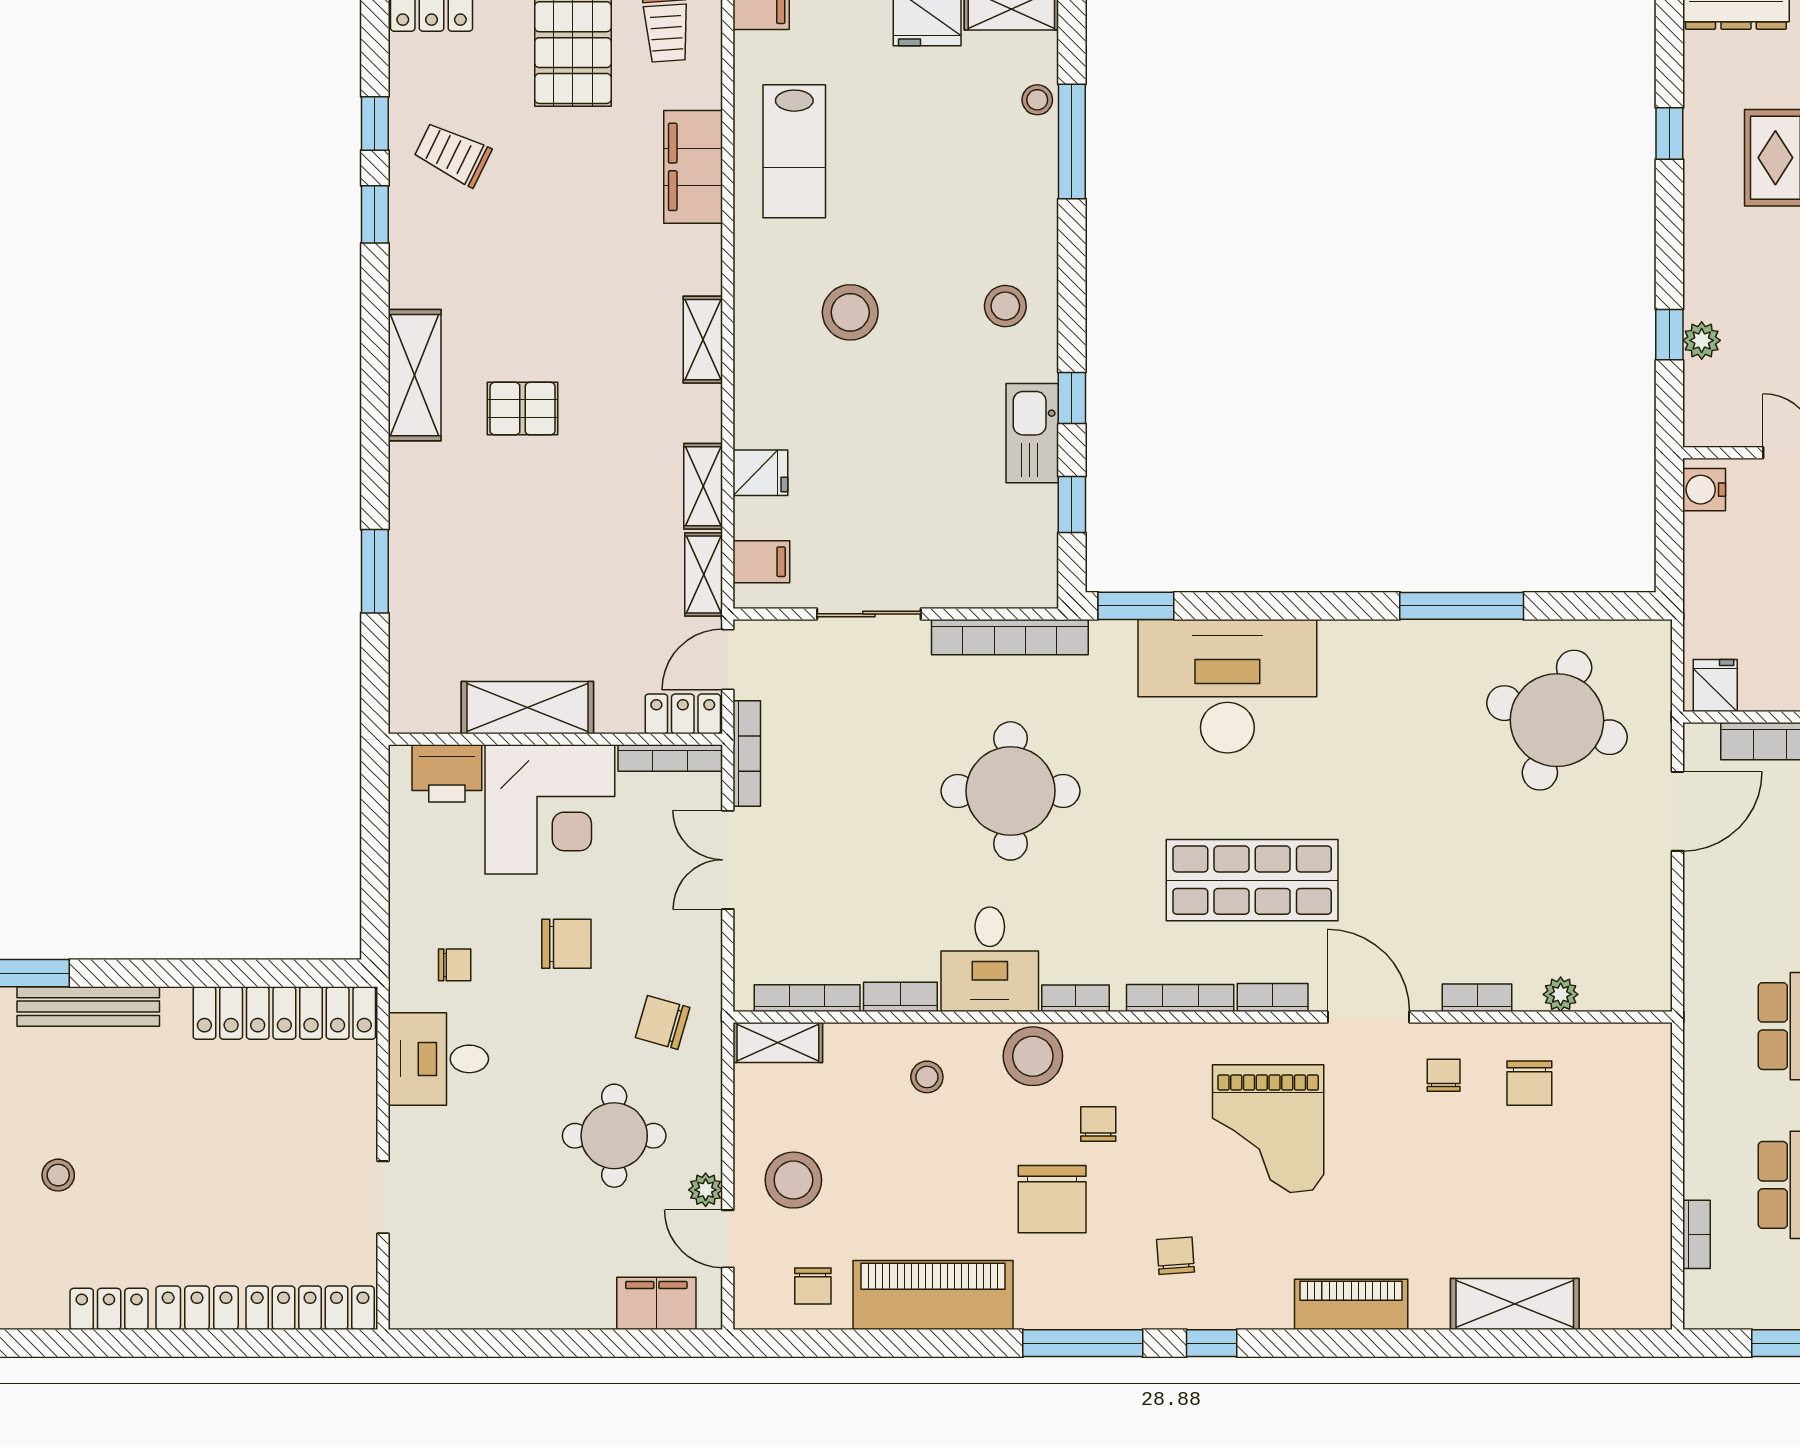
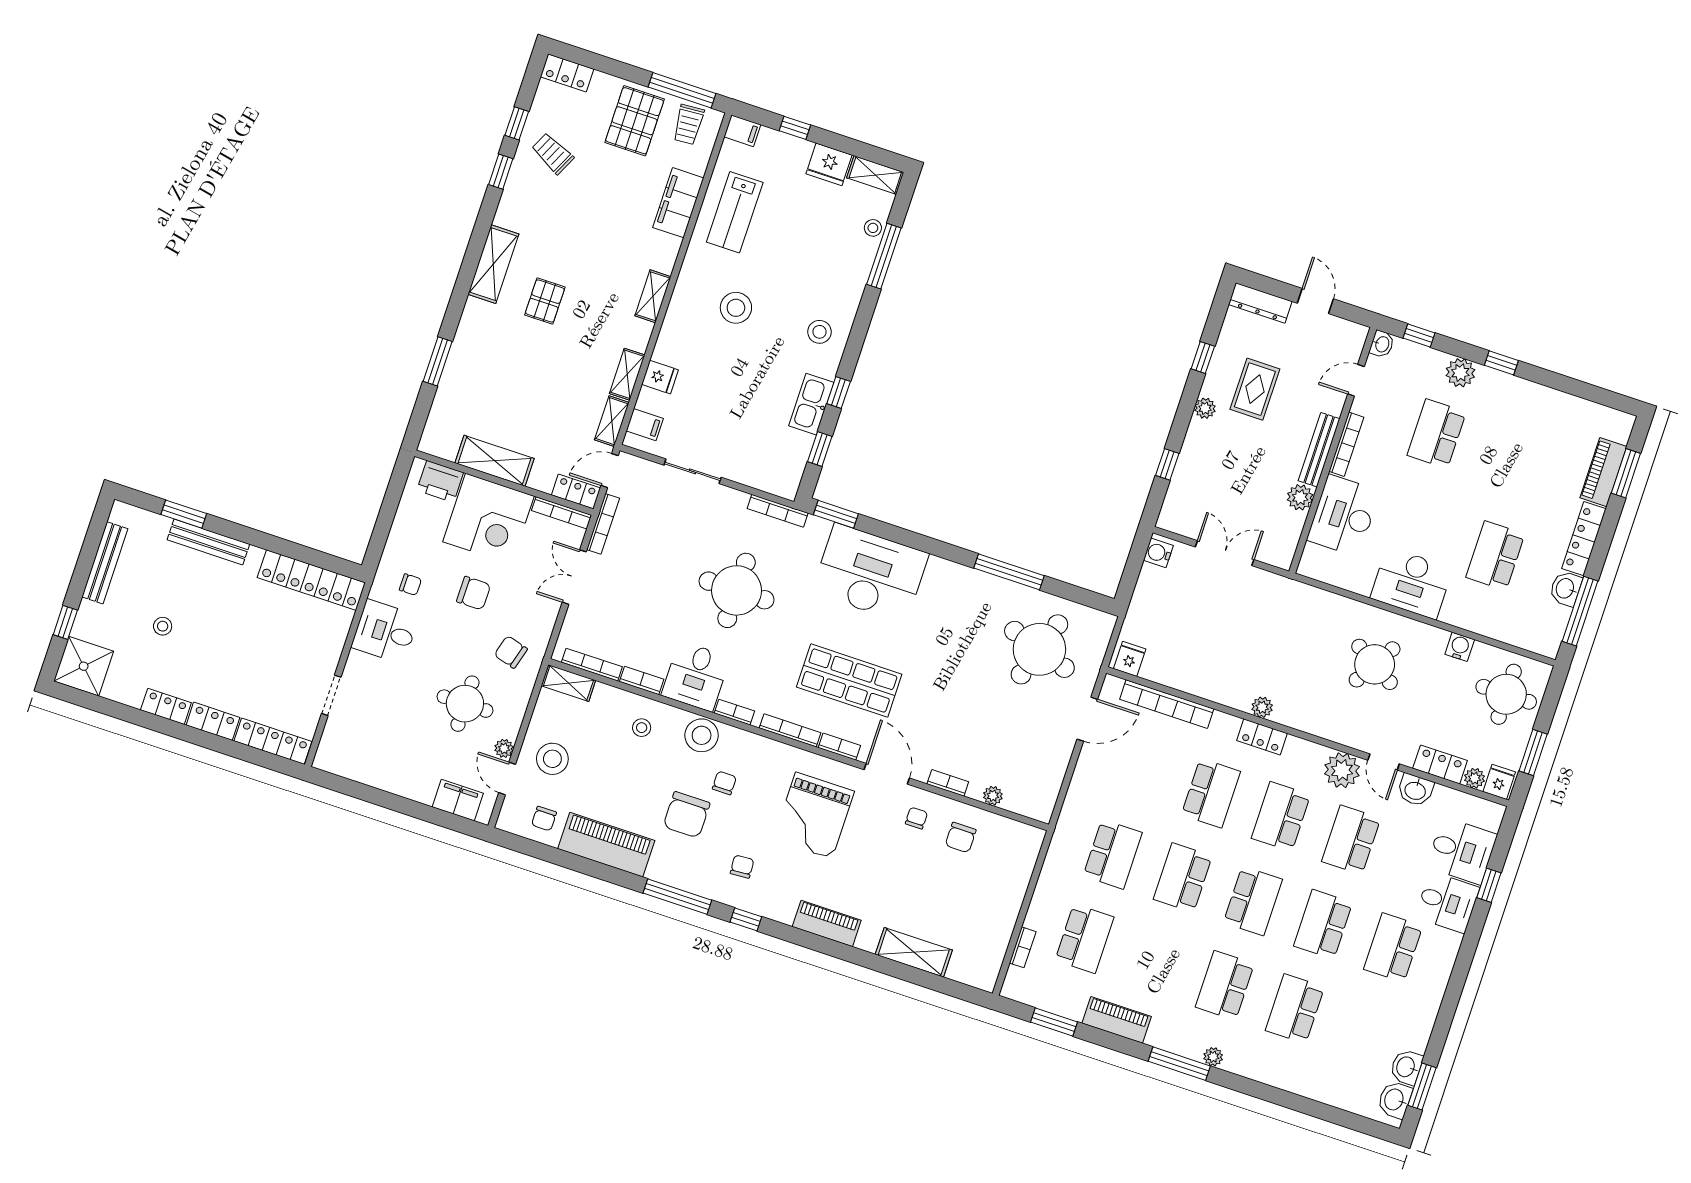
plant: (1702, 340) -> (1205, 408), moved
pallet: (523, 409) -> (545, 301), turned 90
bookcase: (1010, 637) -> (778, 511), width x0.68, depth x0.76

